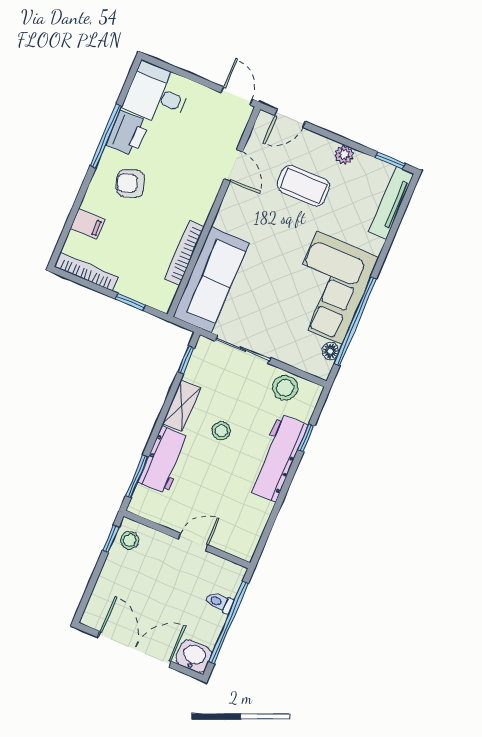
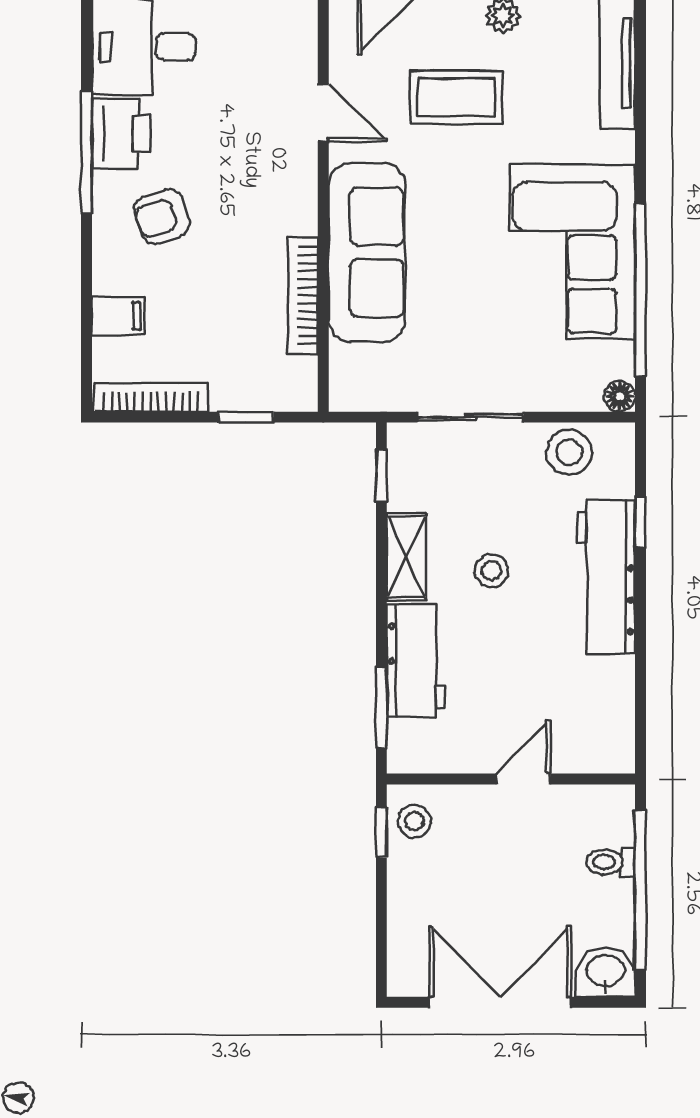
sofa: (211, 280) -> (367, 252), moved
floor lamp: (330, 351) -> (620, 396), moved

